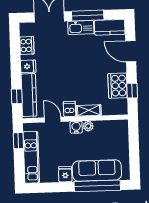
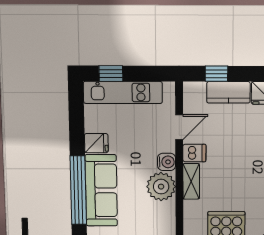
kitchen counter: (29, 95) -> (228, 92), width x0.67
plant: (88, 126) -> (161, 187), width x1.87, depth x1.87
window: (18, 141) -> (111, 73), moved

